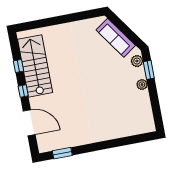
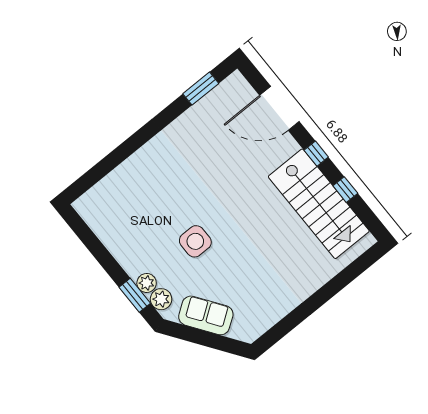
sofa: (116, 38) -> (206, 315), width x0.73
side table: (105, 80) -> (195, 241), added
plant: (142, 85) -> (147, 283), moved

